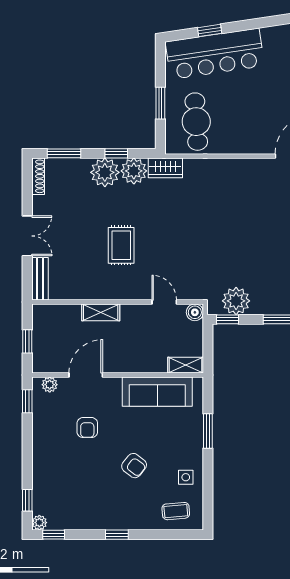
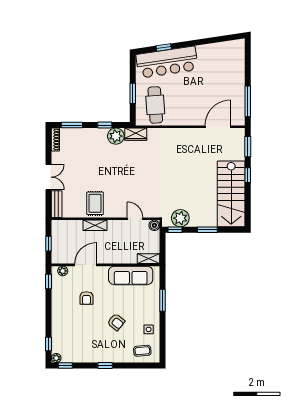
plant: (105, 172) -> (98, 137), removed
rug: (121, 245) -> (95, 203), moved

